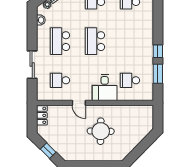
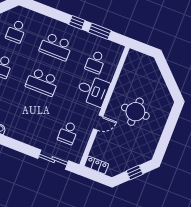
school desk: (60, 41) -> (56, 47), moved
sliding door: (32, 65) -> (53, 160), moved

